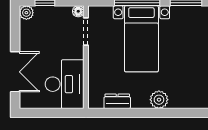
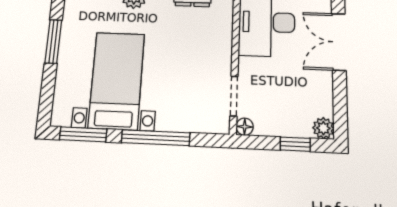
bed with nightstands: (141, 39) -> (117, 80), moved

